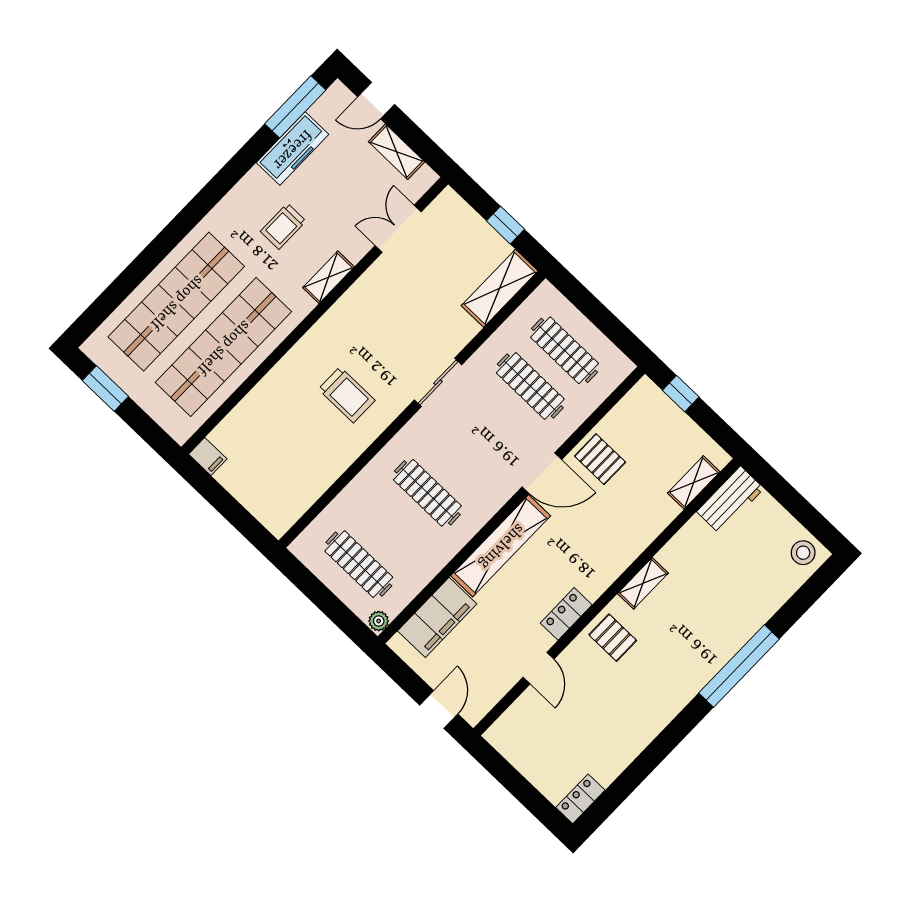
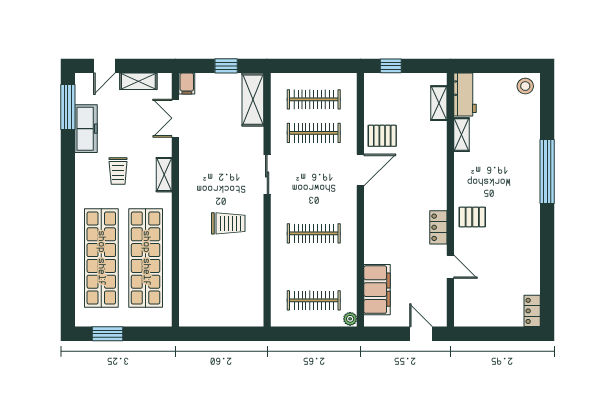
filing cabinet: (208, 457) -> (187, 84), moved, turned 90
shelving: (501, 546) -> (374, 225), removed
shelving: (643, 583) -> (461, 135), moved

